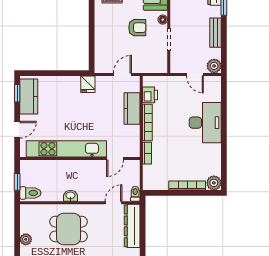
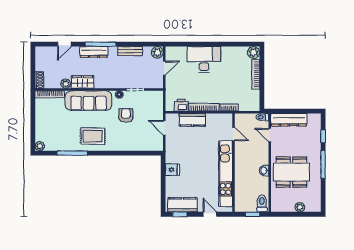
fridge: (88, 84) -> (172, 170), moved
dining table: (69, 229) -> (291, 172), width x1.38

